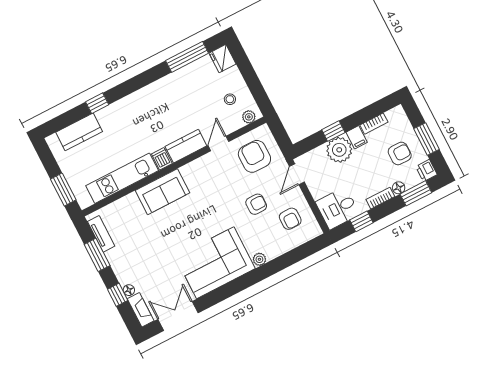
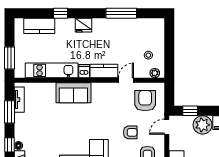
window: (187, 57) -> (121, 13), moved
fridge: (223, 59) -> (84, 25), moved, turned -90
window: (333, 131) -> (190, 111), moved

